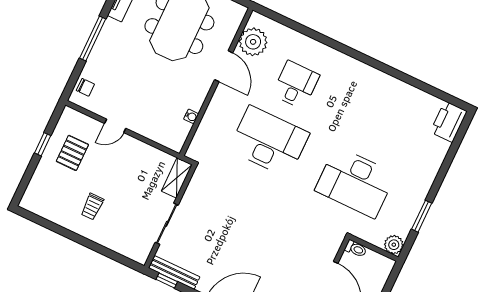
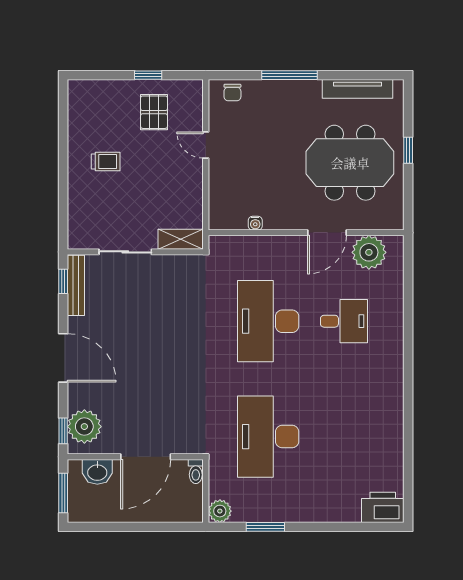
desk: (269, 141) -> (268, 321), turned 180
pallet: (72, 153) -> (154, 112), turned 90
trolley: (92, 207) -> (106, 162), turned 180

